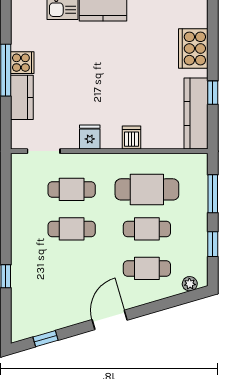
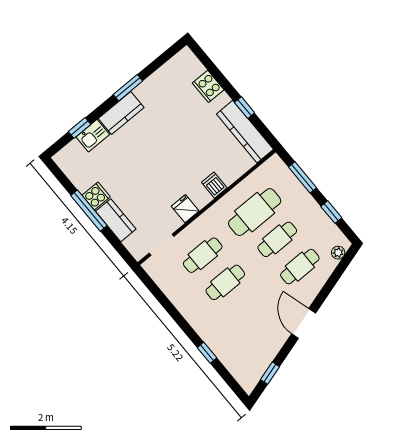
cooker: (193, 48) -> (208, 86), width x0.73, depth x0.76

